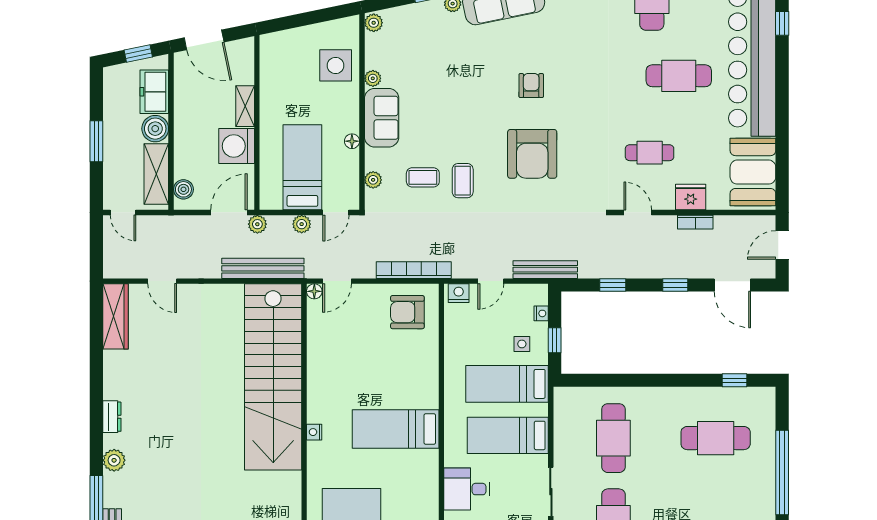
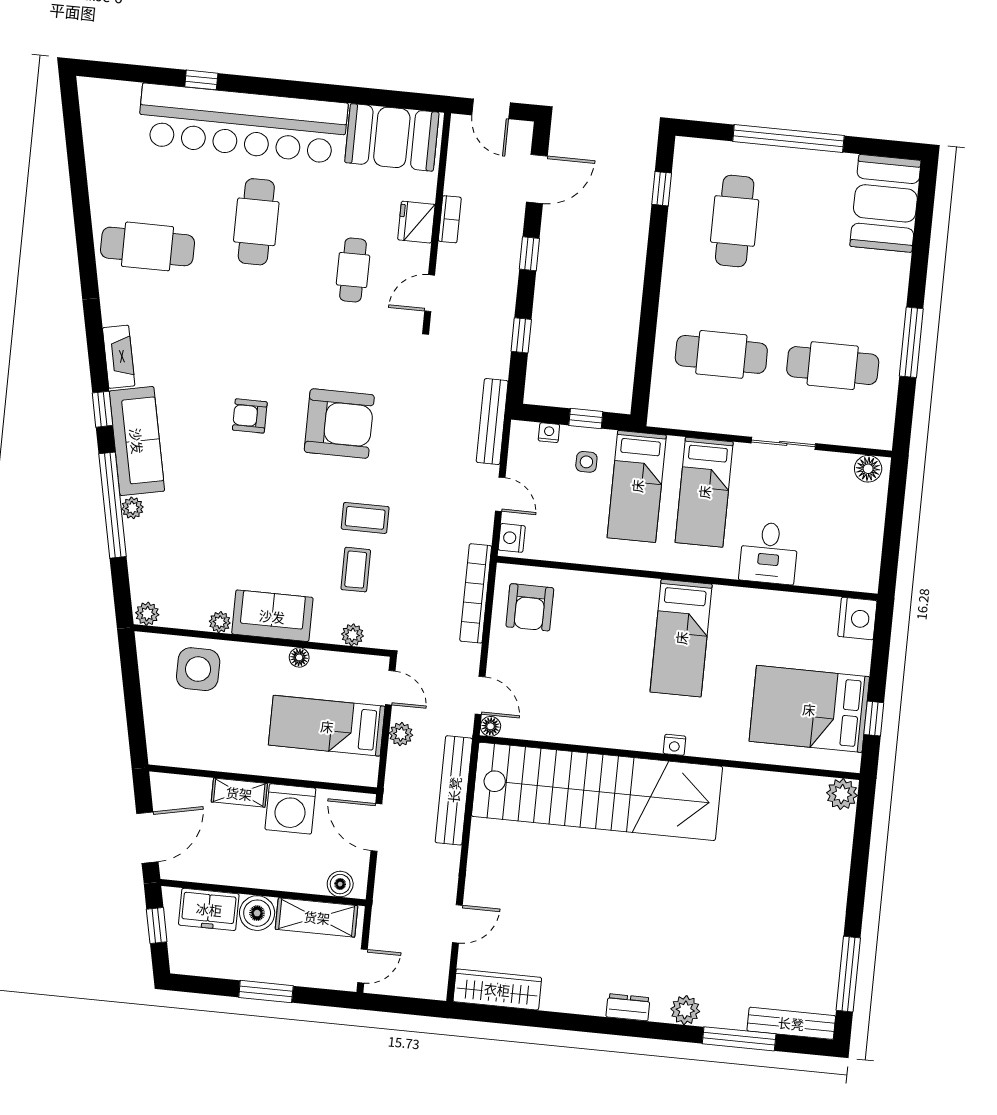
plant: (257, 224) -> (395, 792), removed

